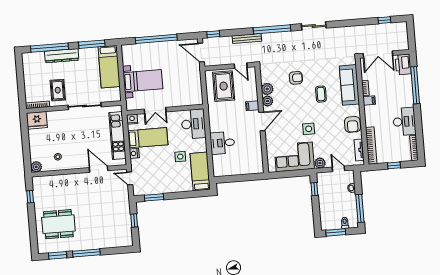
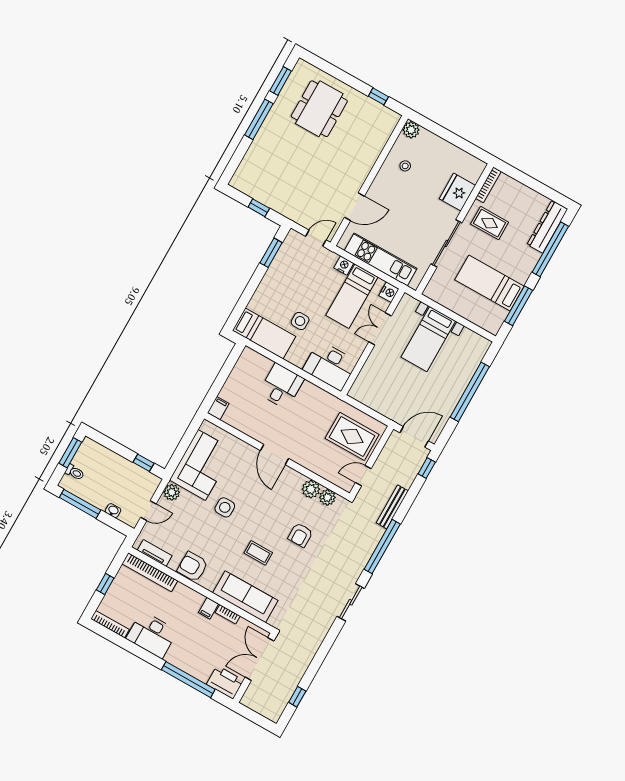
dresser: (62, 56) -> (547, 227), moved
bed: (109, 67) -> (489, 283), moved
plant: (268, 101) -> (327, 497), moved
filing cabinet: (252, 106) -> (218, 408), moved
fridge: (37, 120) -> (457, 192), moved

